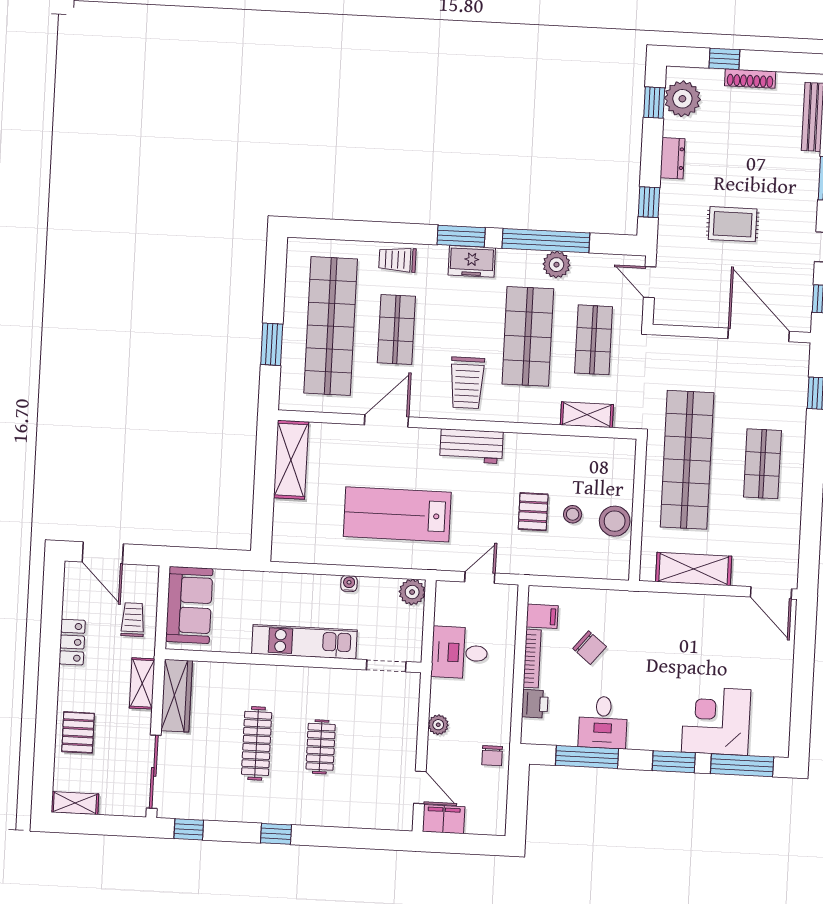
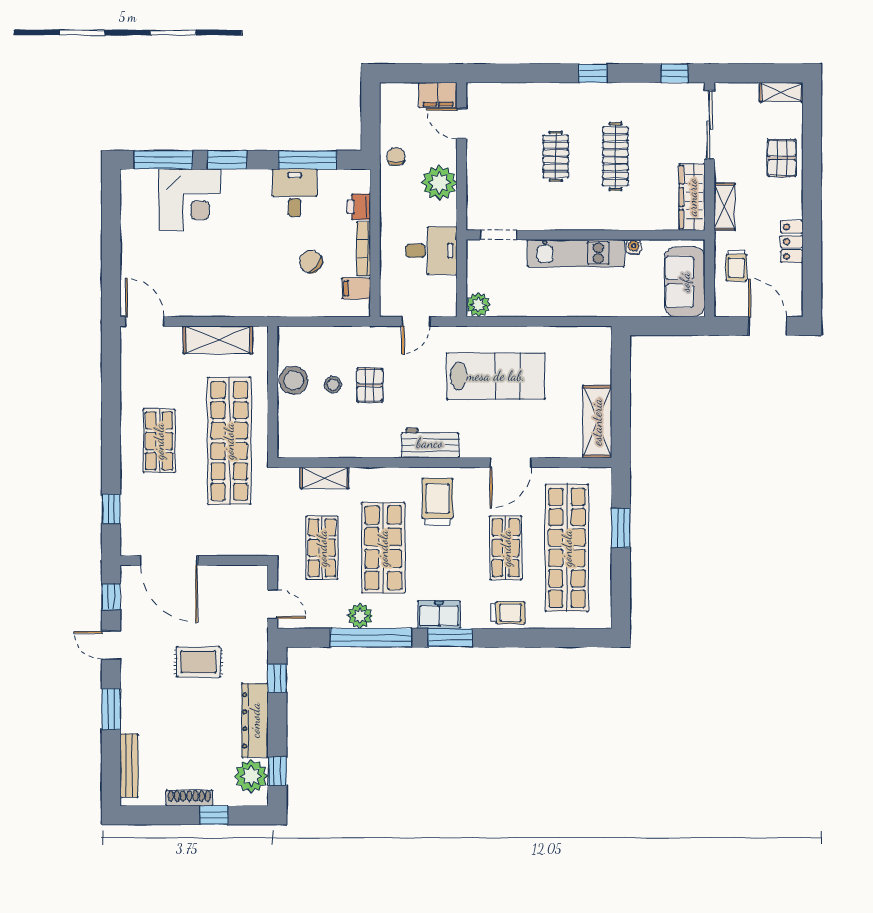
dresser: (672, 158) -> (255, 720), width x1.96, depth x1.24
water cooler: (349, 584) -> (634, 247), moved, turned 180
plant: (438, 725) -> (439, 183), width x1.88, depth x1.88

